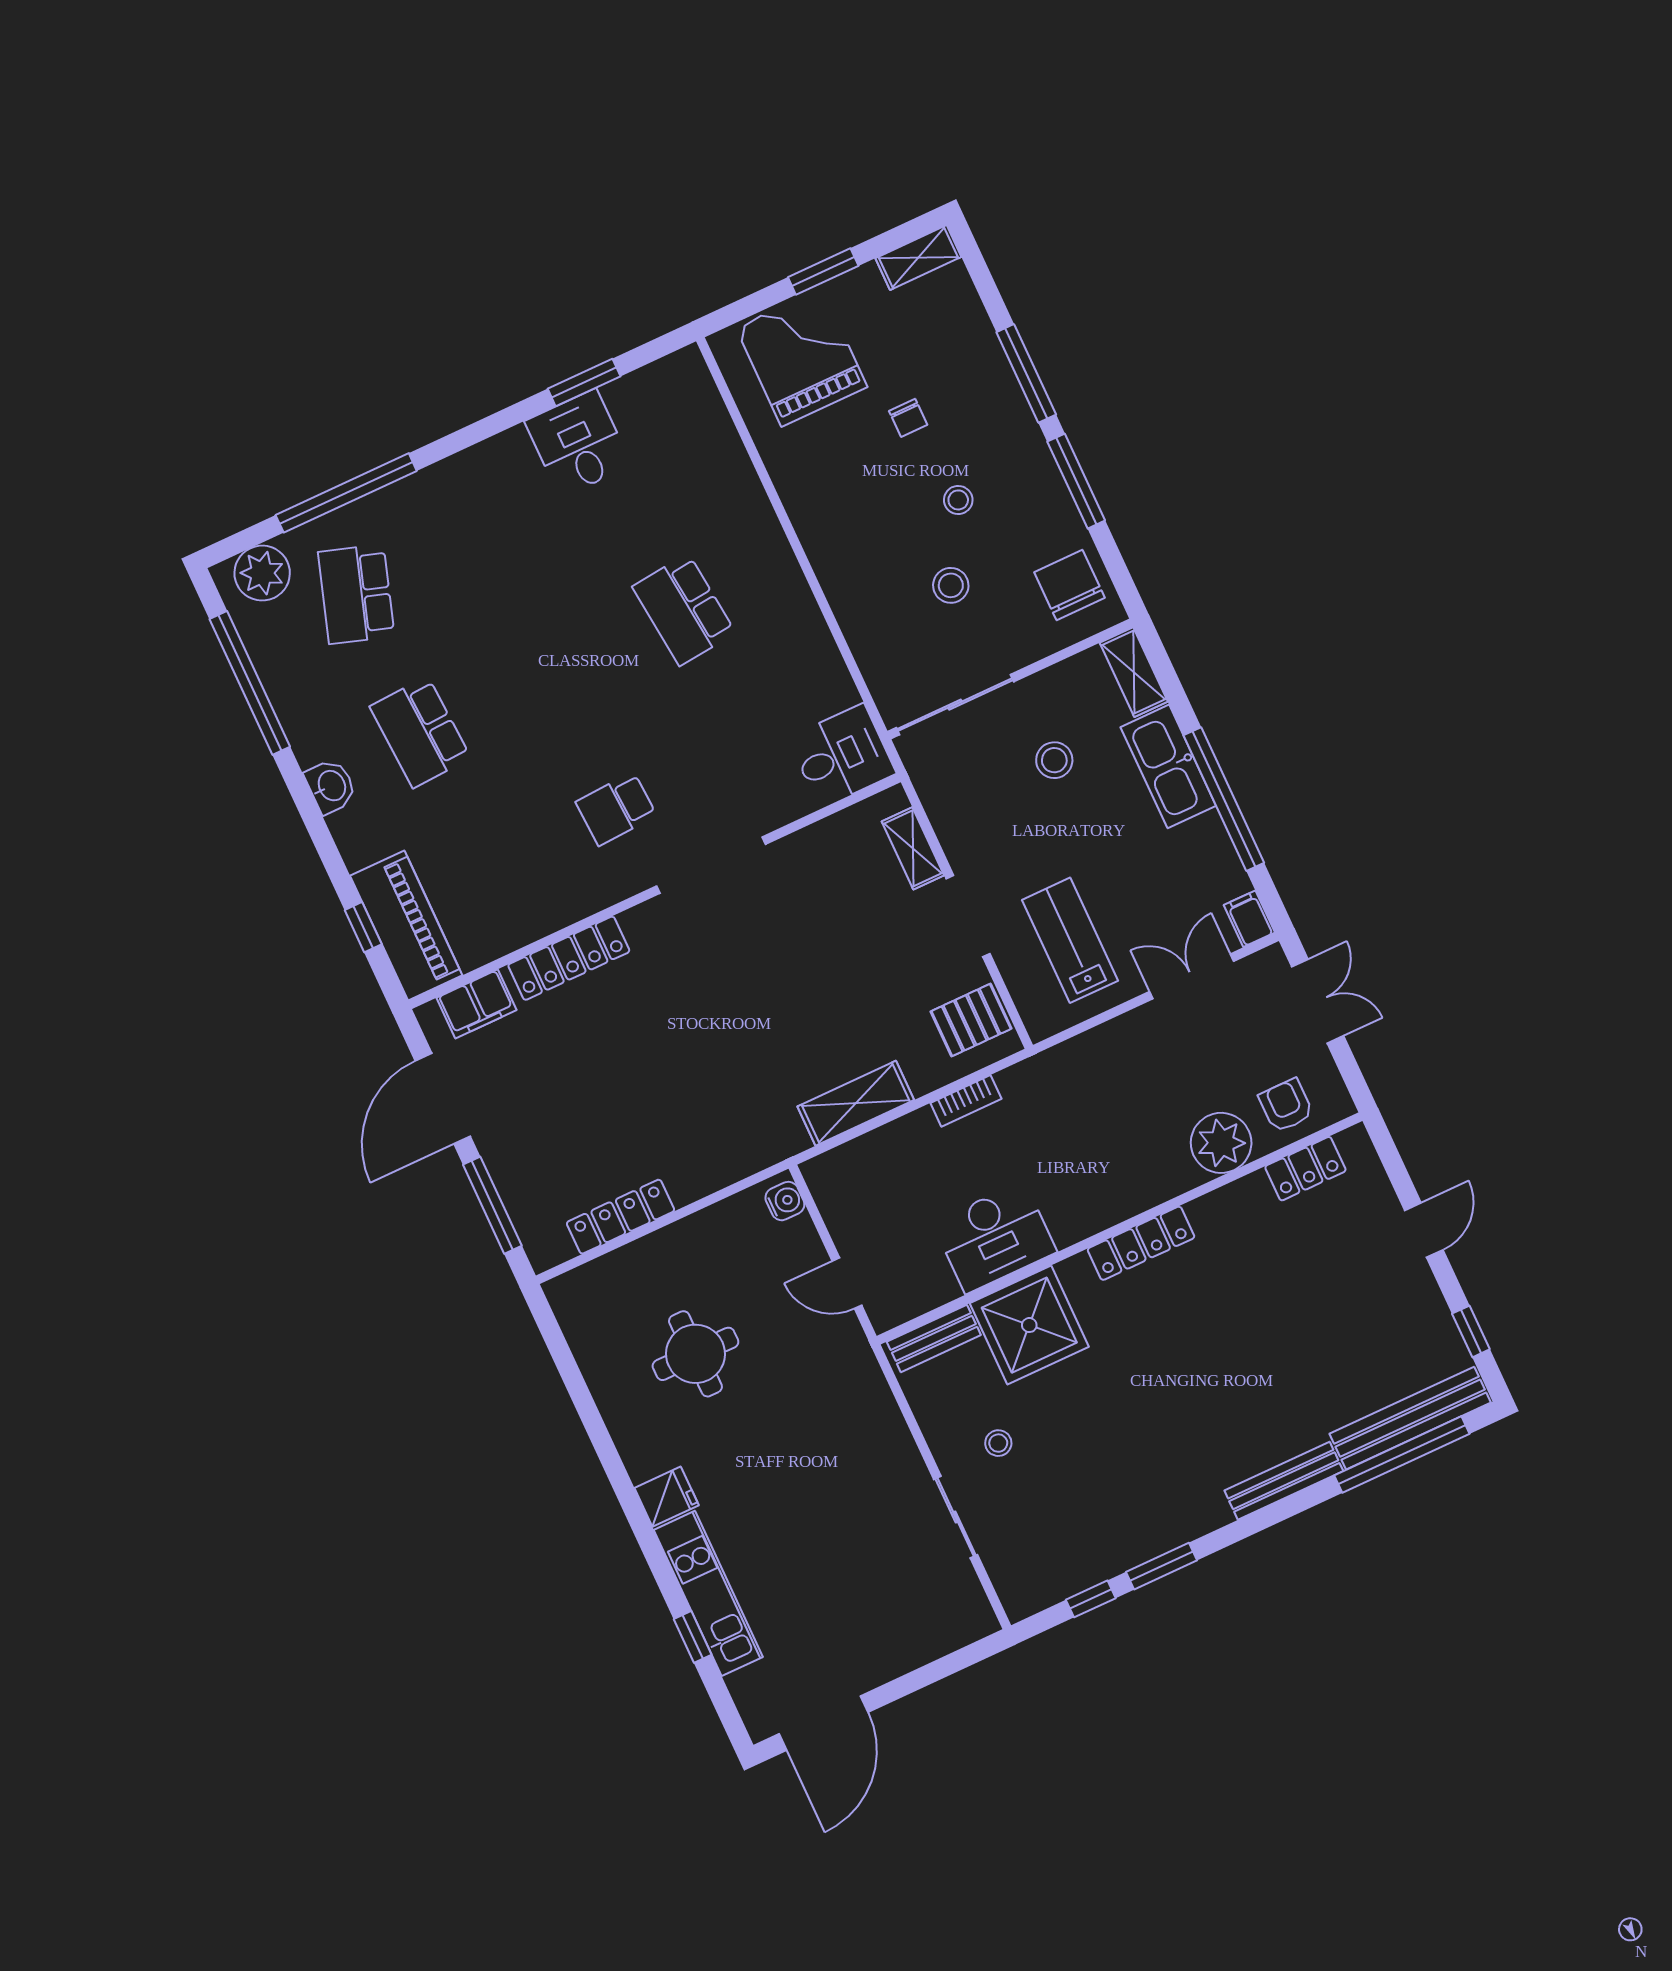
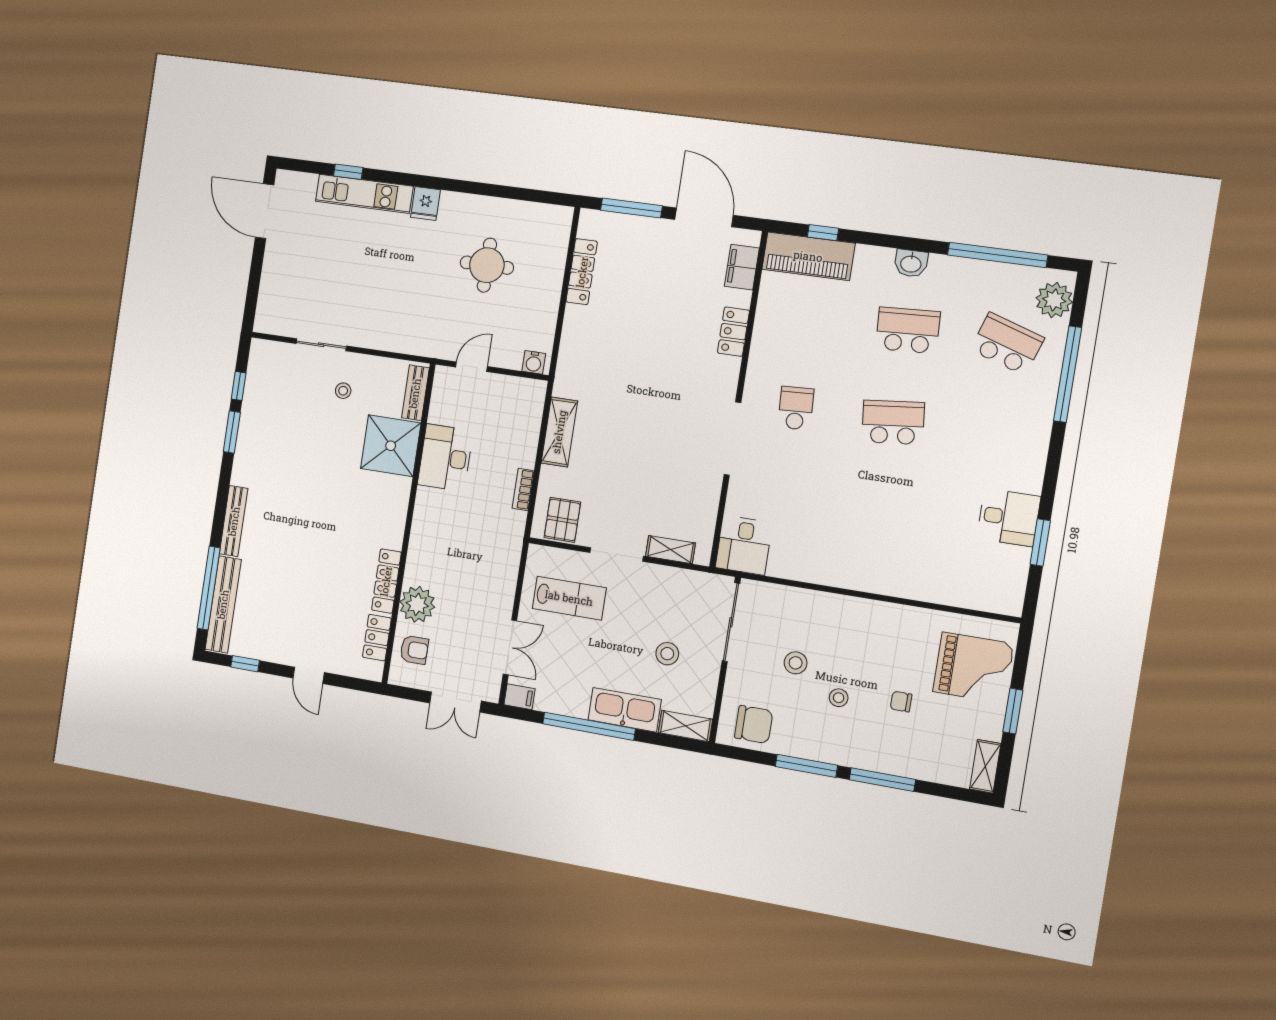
school desk: (684, 610) -> (893, 422), moved
locker: (569, 958) -> (733, 332), width x0.66
locker: (1141, 1243) -> (386, 581), moved

